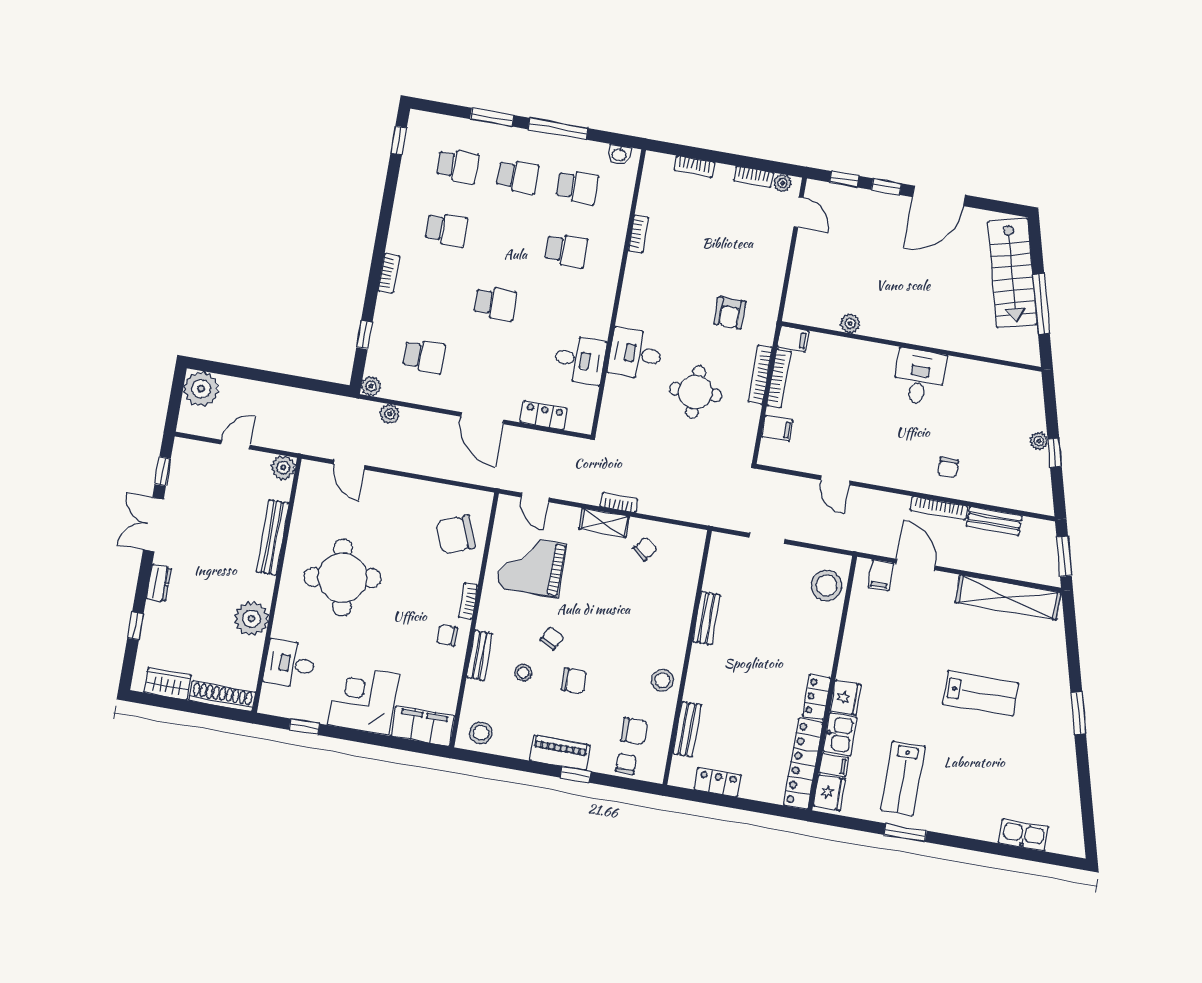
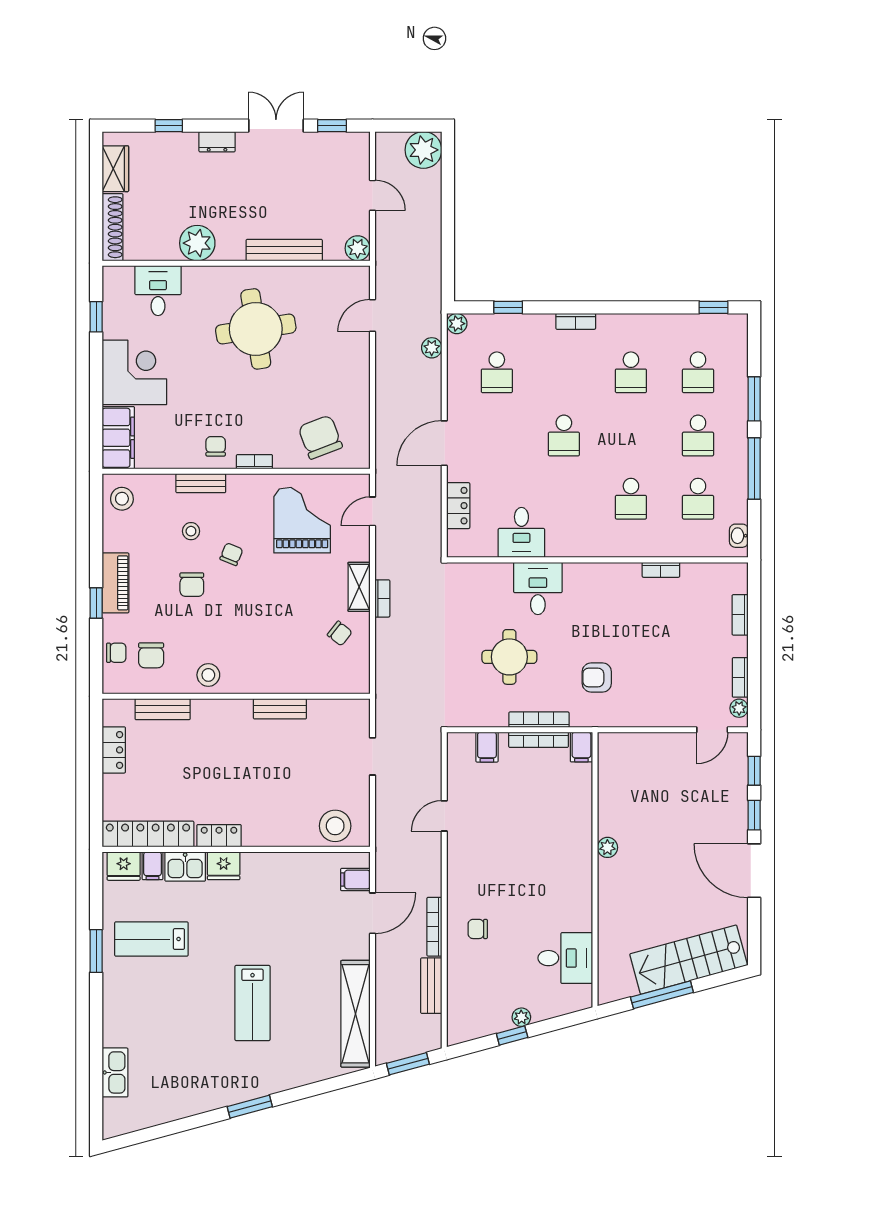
plant: (850, 324) -> (607, 847), moved
desk: (919, 377) -> (565, 958), moved
chair: (552, 638) -> (231, 554), turned -95

